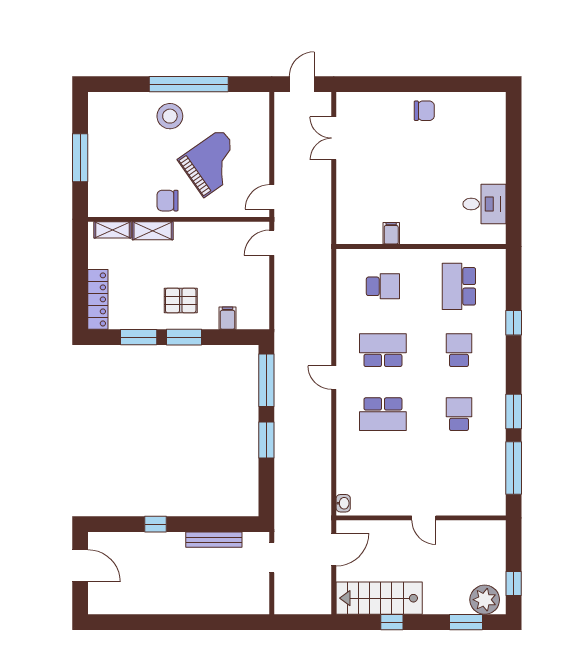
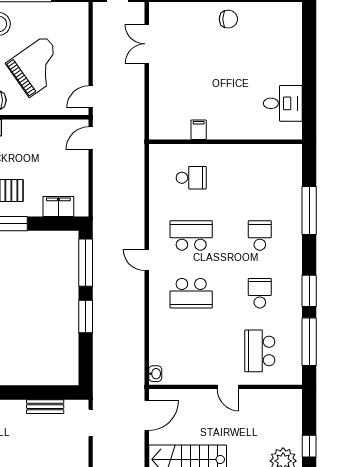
school desk: (459, 286) -> (260, 351), moved
filing cabinet: (228, 318) -> (58, 206), width x2.00
window: (514, 323) -> (309, 211), width x2.17
bench: (214, 540) -> (45, 407), width x0.73

